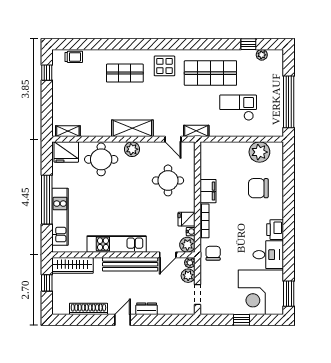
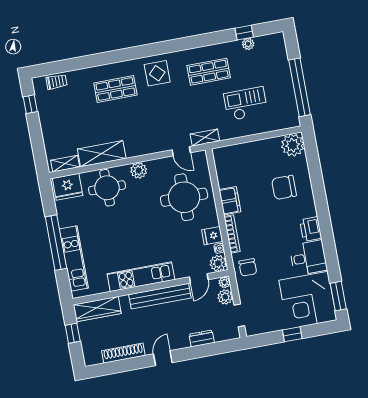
plant: (262, 55) -> (248, 44), moved
shop shelf: (210, 73) -> (209, 72), width x0.70, depth x0.74
shelving: (132, 128) -> (102, 154), moved
plant: (259, 152) -> (293, 145), moved
round table: (168, 180) -> (184, 197), width x1.36, depth x1.36
chair: (213, 253) -> (248, 267), turned 180
dresser: (147, 309) -> (202, 338), moved

